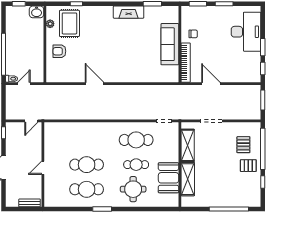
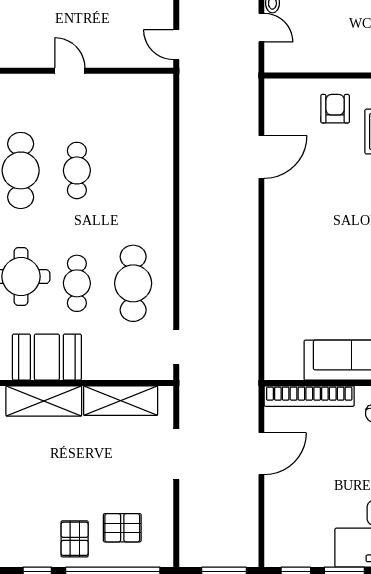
door: (95, 84) -> (261, 157), moved
cafe table: (87, 165) -> (77, 170), width x0.73, depth x0.74

